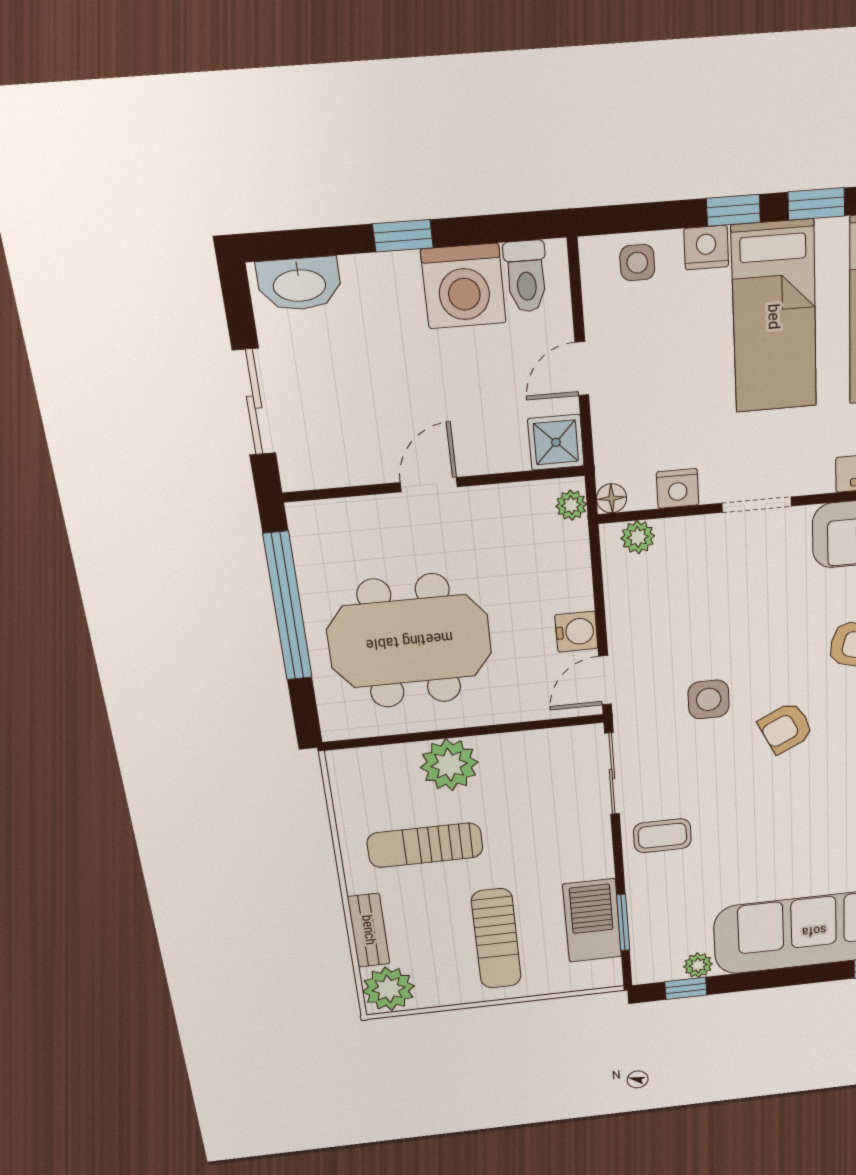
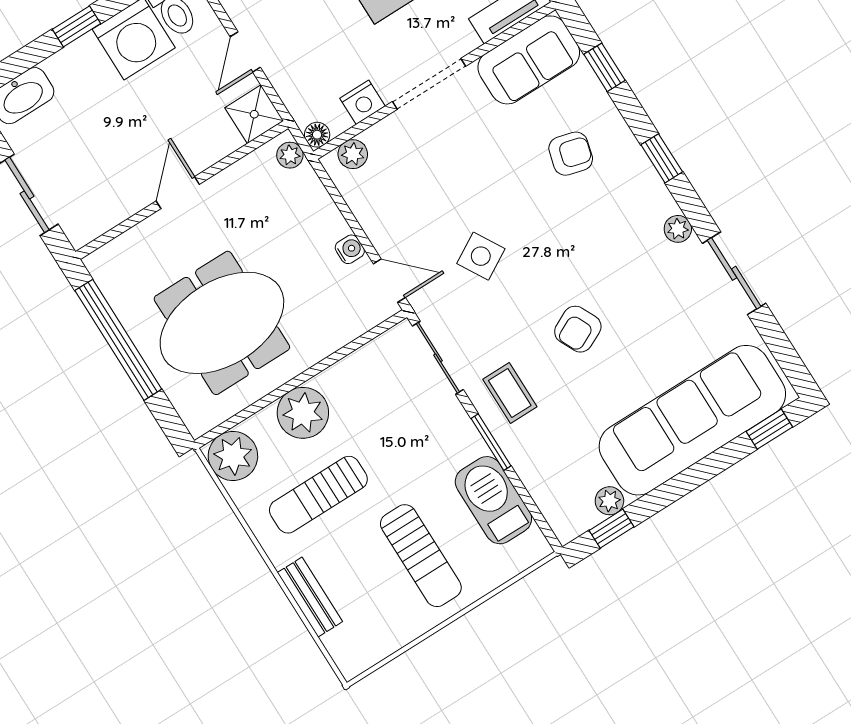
doorway: (757, 505) -> (429, 84), width x1.38
water cooler: (576, 632) -> (350, 249), width x0.72, depth x0.72
door: (605, 680) -> (389, 281), swing flipped
side table: (709, 699) -> (481, 256), turned -30
armchair: (786, 728) -> (578, 329), moved
coffee table: (662, 836) -> (510, 393), turned 90
window: (623, 923) -> (491, 442), moved
plant: (389, 989) -> (233, 456), moved

